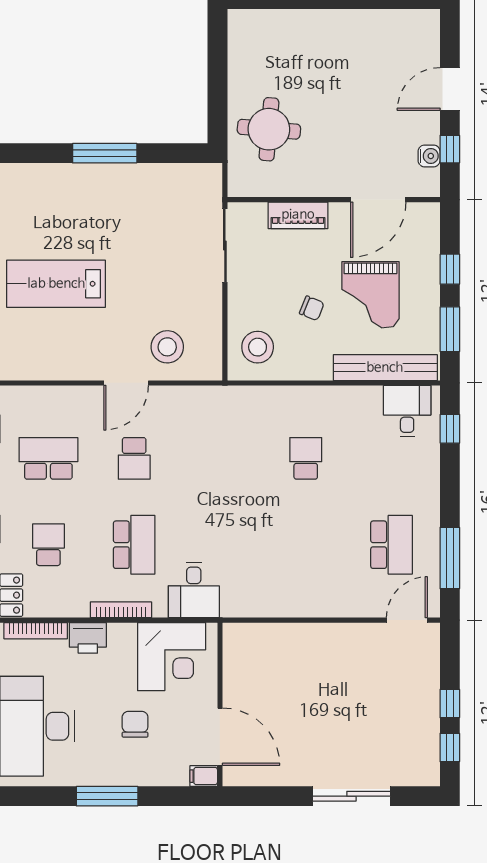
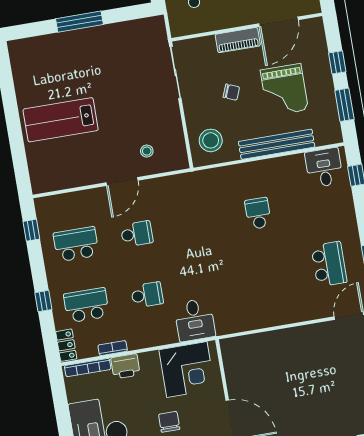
piano: (298, 215) -> (238, 40), moved
chair: (312, 308) -> (231, 92), moved
stool: (167, 347) -> (147, 151), width x0.53, depth x0.53
bench: (385, 368) -> (277, 144), moved
school desk: (134, 458) -> (137, 234), turned -90
school desk: (48, 545) -> (86, 305), width x1.85
school desk: (134, 545) -> (147, 295), width x0.54
bookcase: (121, 610) -> (113, 348), moved, width x0.64

